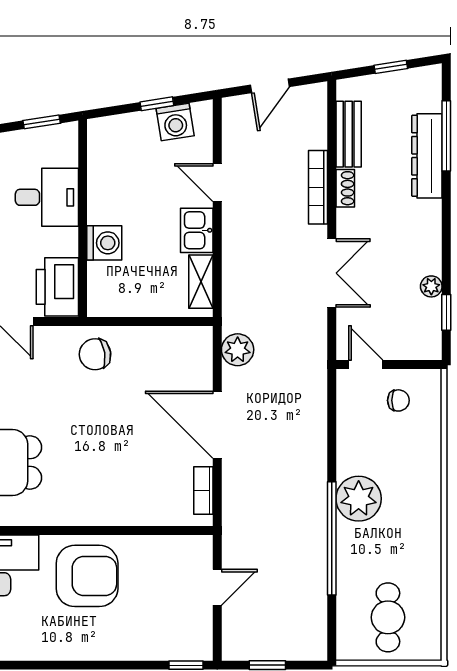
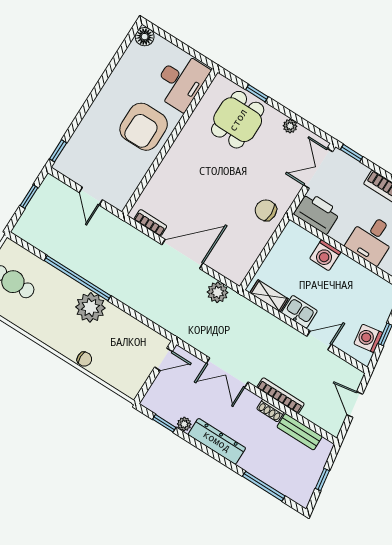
dresser: (427, 156) -> (217, 441), moved
chair: (95, 354) -> (266, 210), turned -81
chair: (398, 400) -> (84, 359), moved, turned -90

